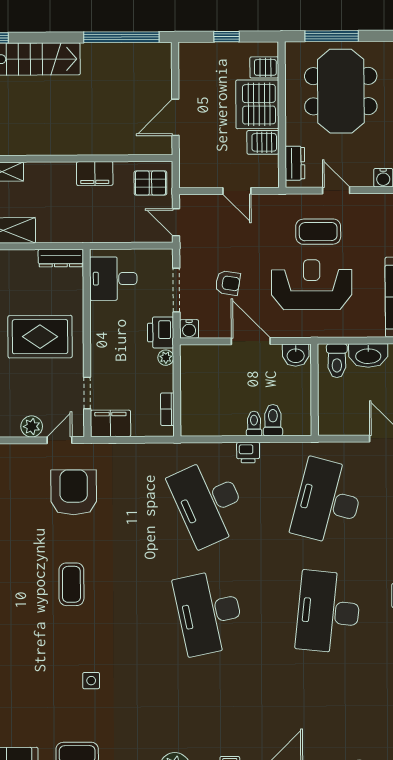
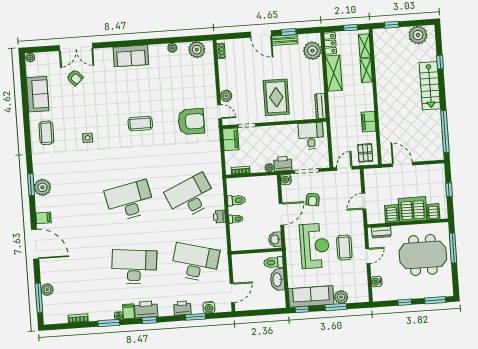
toilet: (273, 420) -> (236, 200), moved

